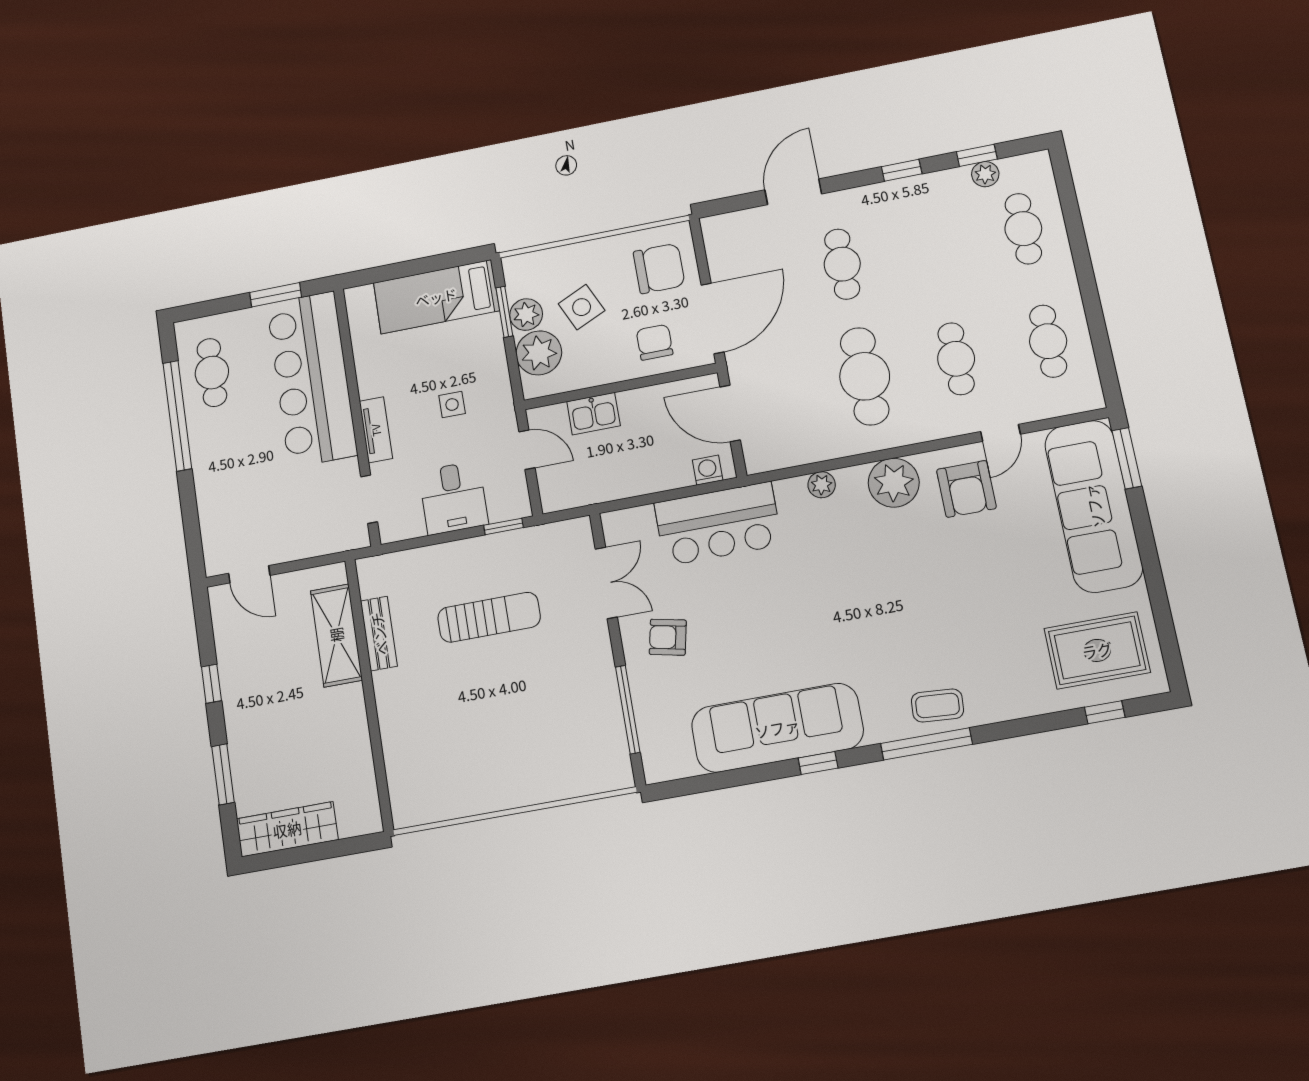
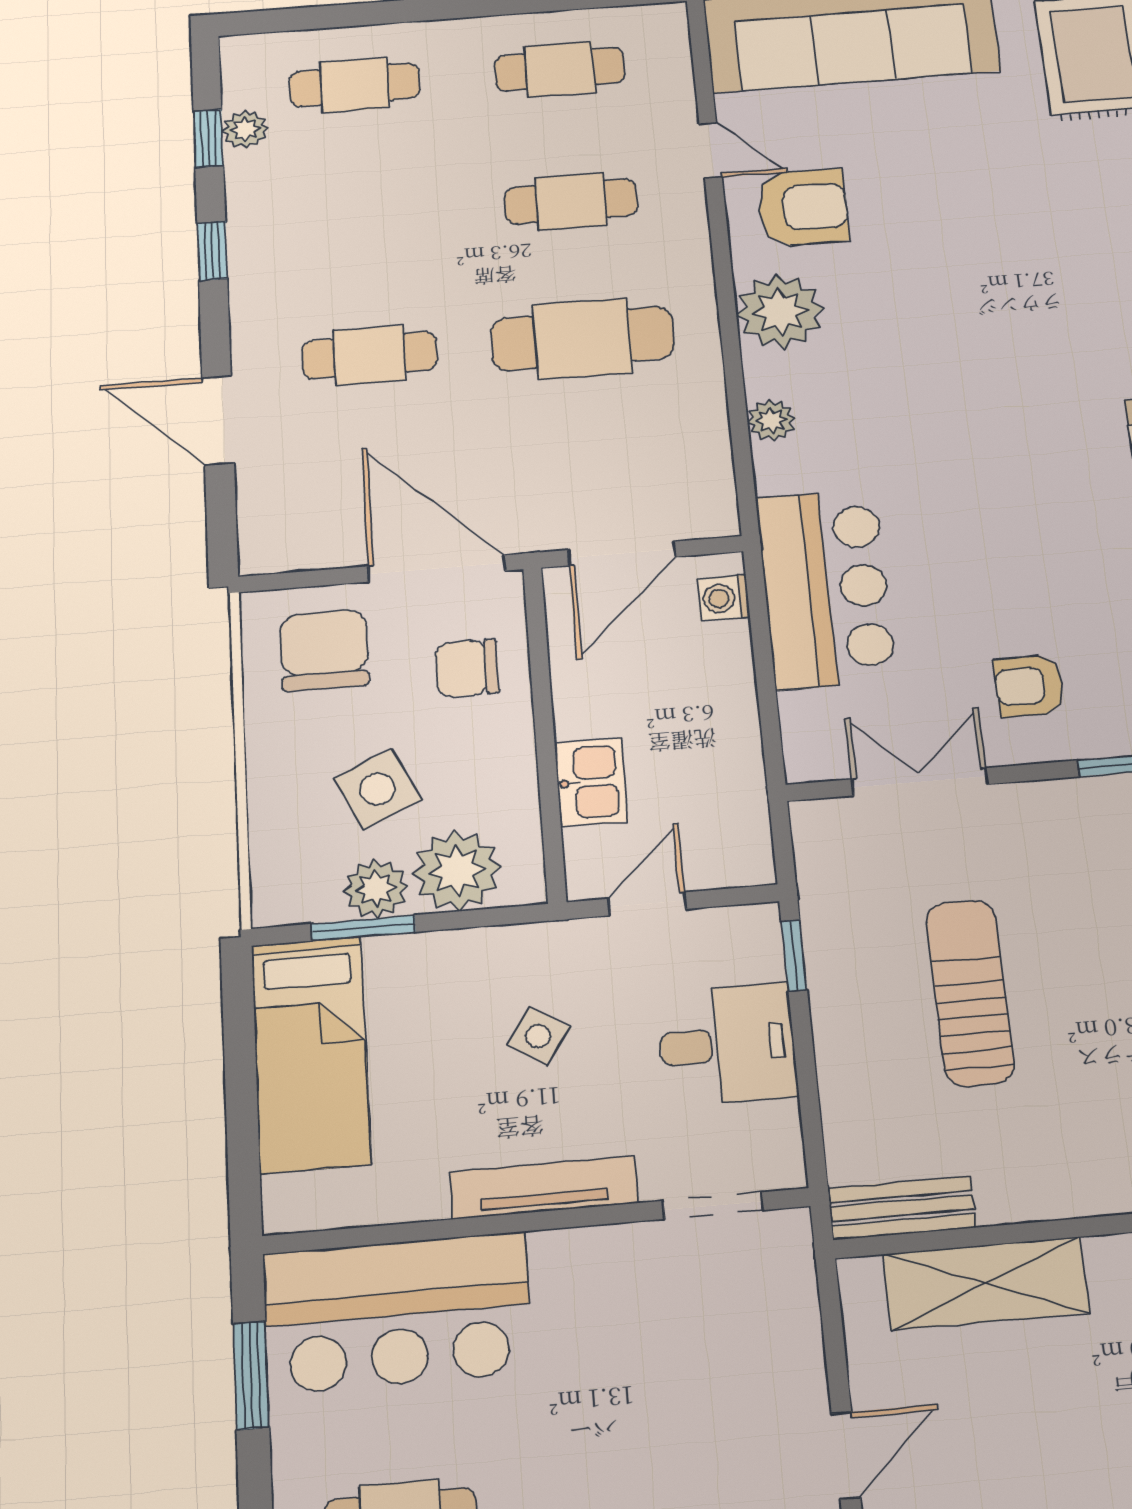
bar counter: (312, 379) -> (397, 1313), width x0.73
side table: (452, 405) -> (538, 1036), turned 33
tv unit: (376, 430) -> (544, 1187), width x1.41
bench: (379, 634) -> (902, 1208), moved
armchair: (668, 637) -> (1029, 686), turned 78

